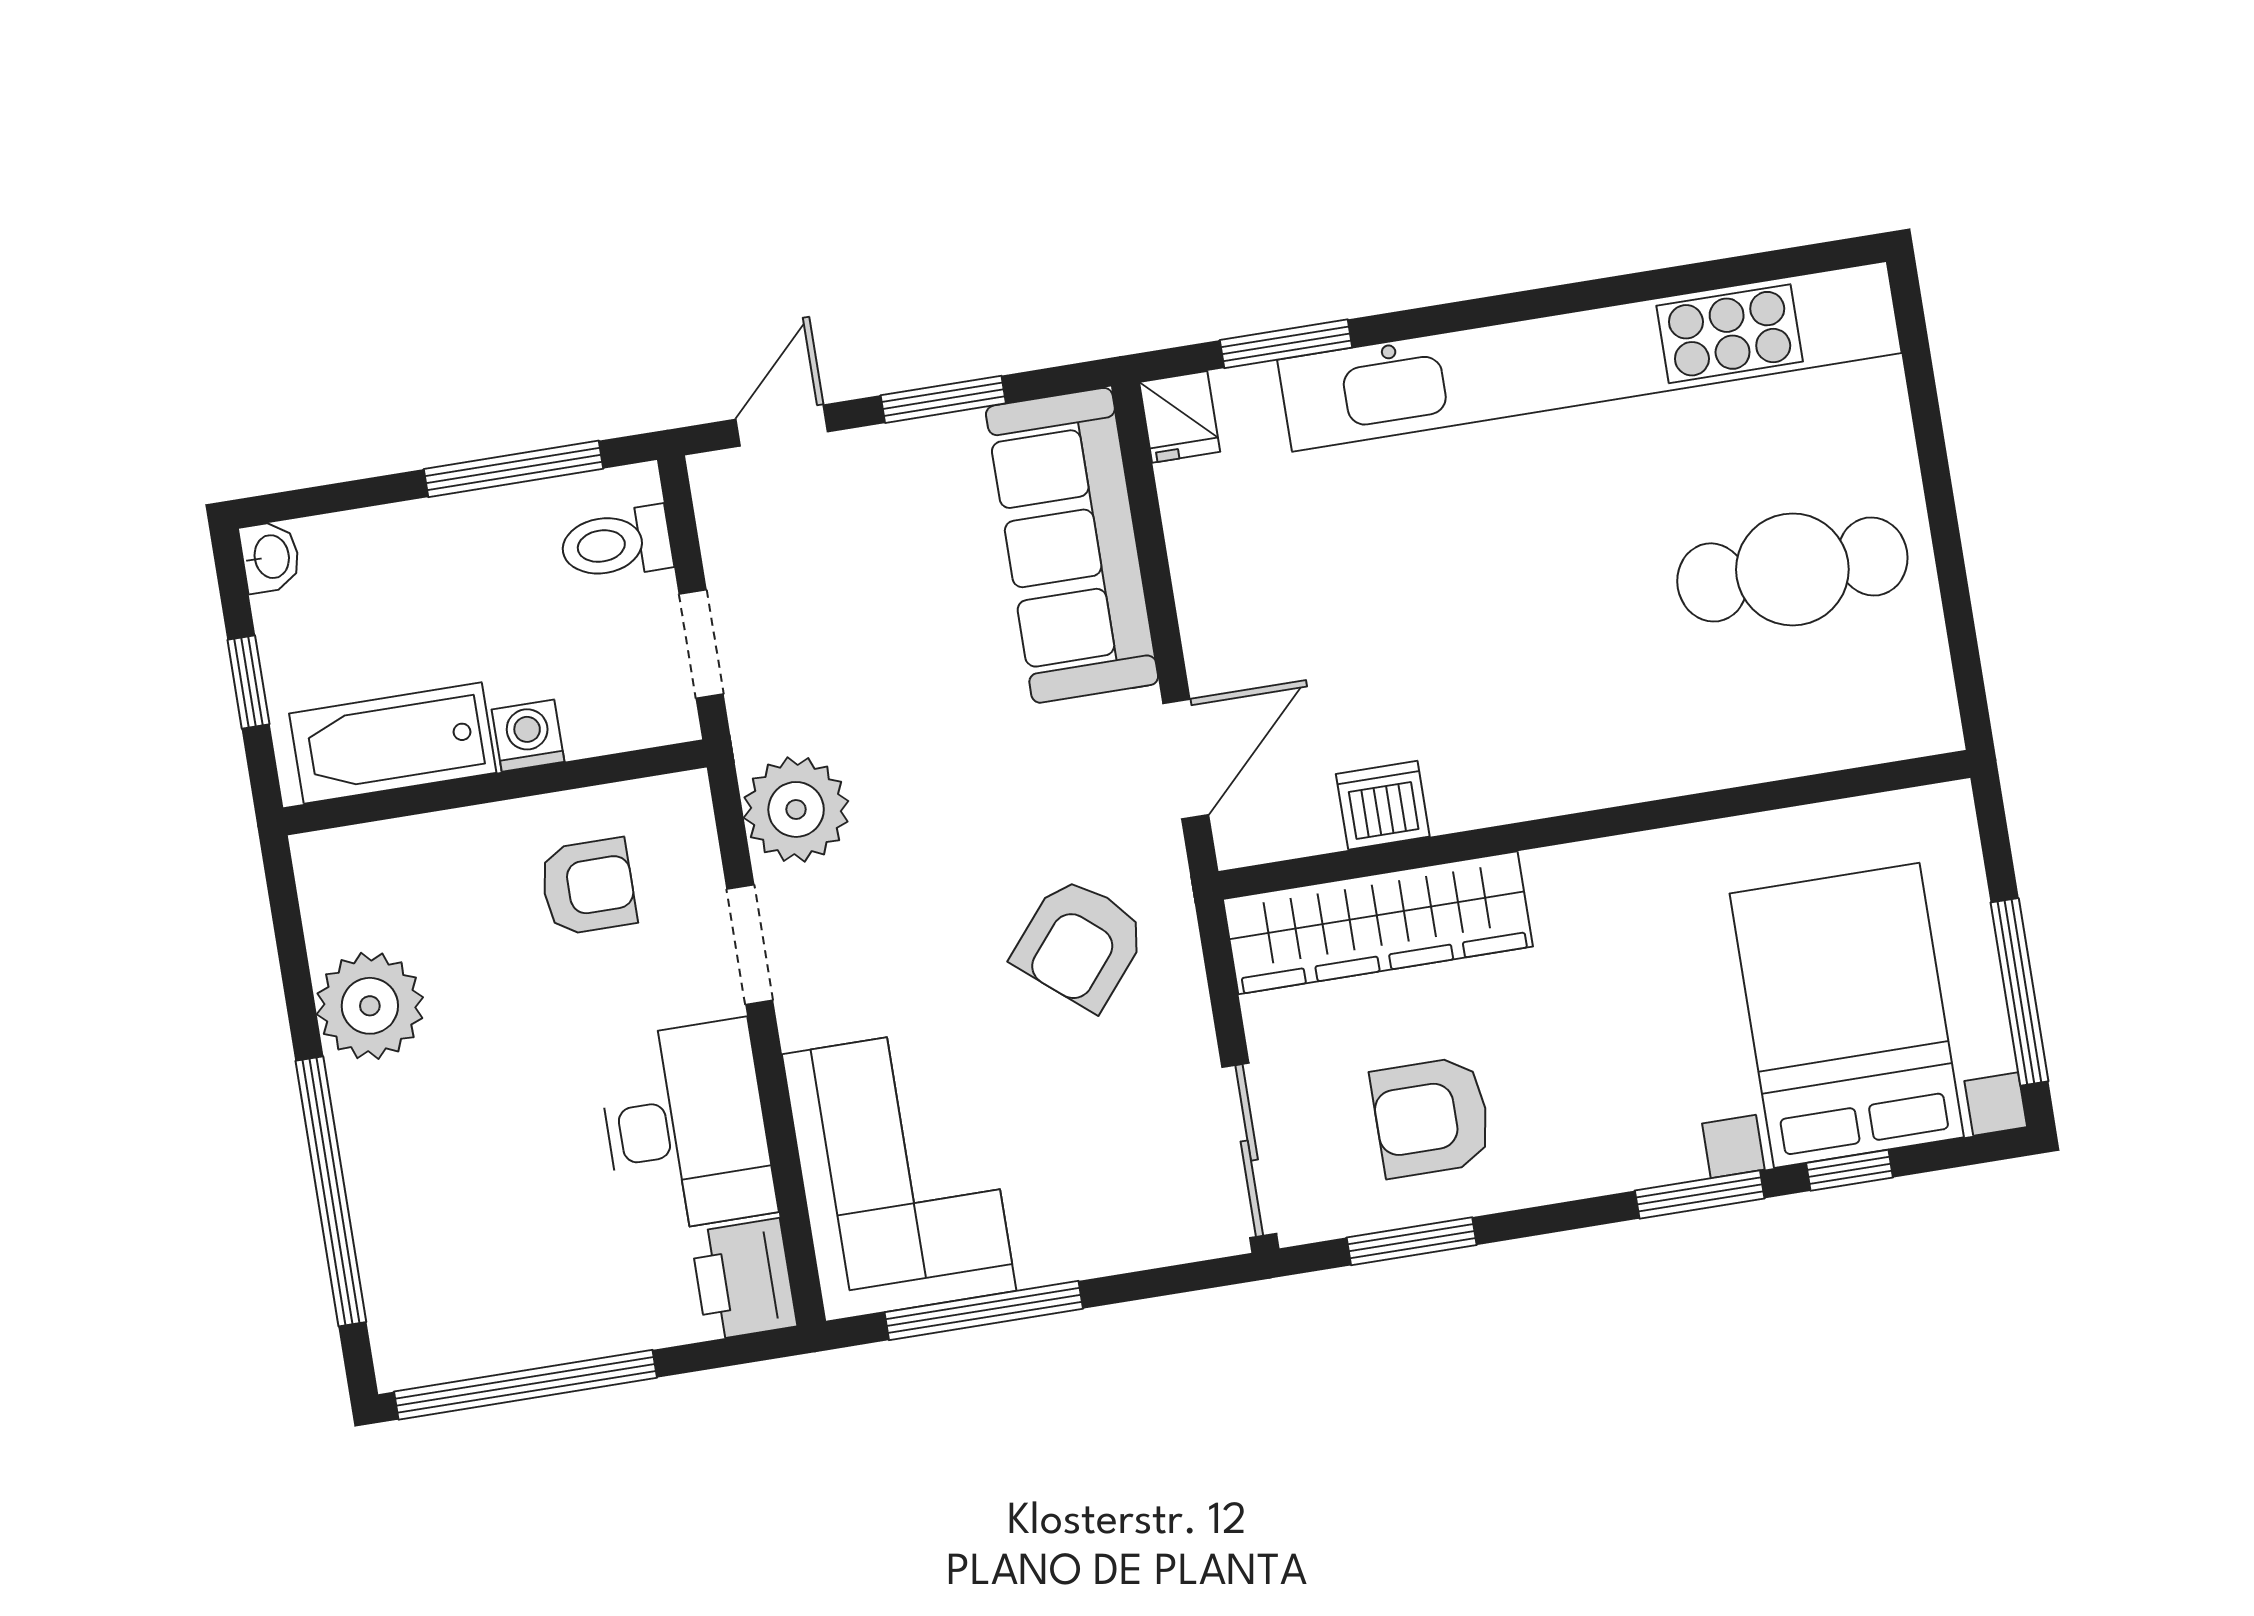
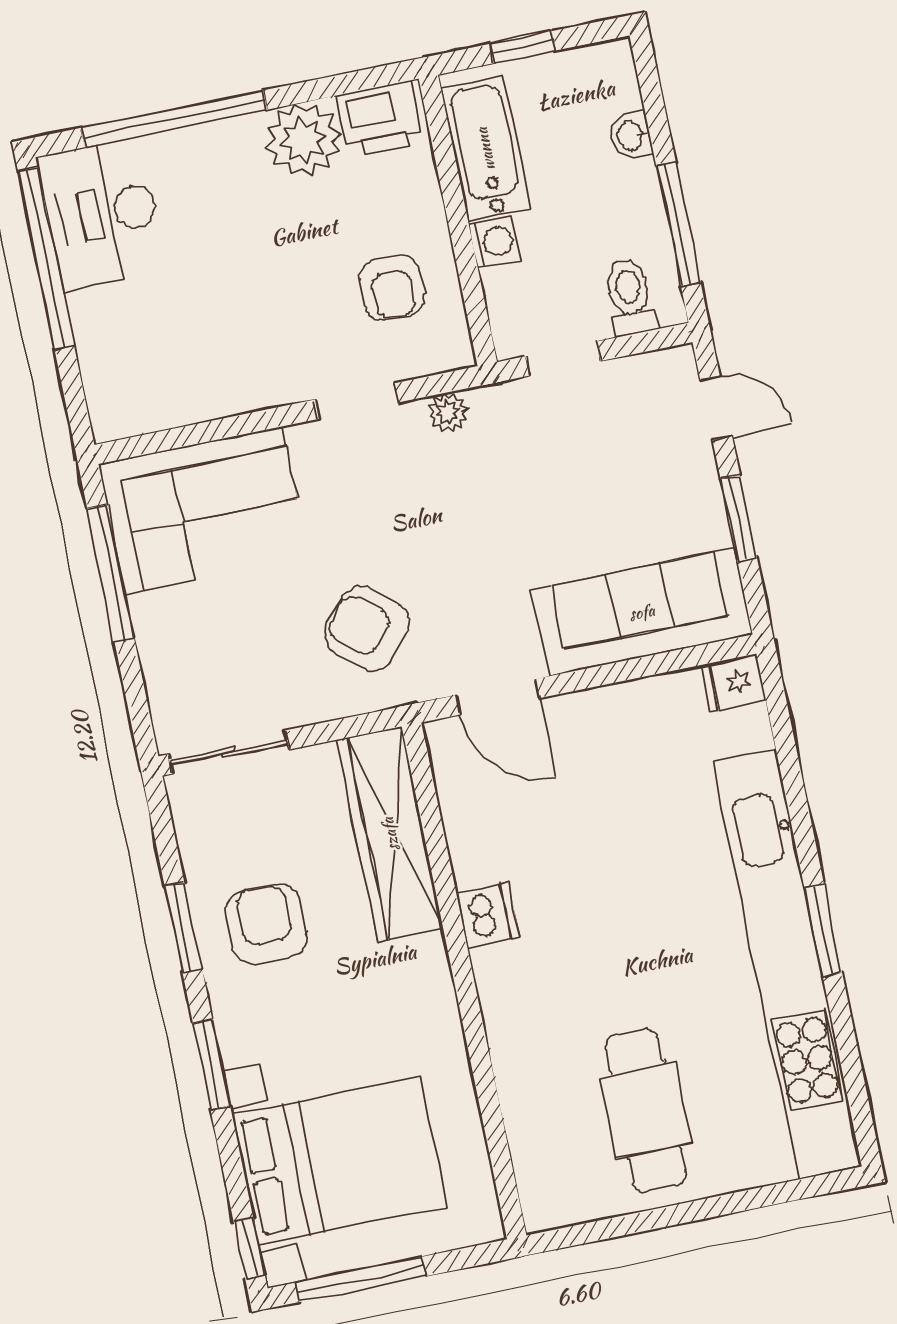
window: (1286, 344) -> (823, 930), moved
washbasin: (270, 557) -> (631, 136), moved, turned 90
dishwasher: (1383, 805) -> (488, 915), moved
plant: (796, 809) -> (448, 412), width x0.53, depth x0.53
armchair: (1431, 1117) -> (266, 924), moved
desk: (686, 1127) -> (102, 214), moved, turned 90
window: (1849, 1170) -> (249, 1249), moved
window: (1412, 1241) -> (183, 928), moved
printer: (744, 1279) -> (380, 119), moved, turned 180

